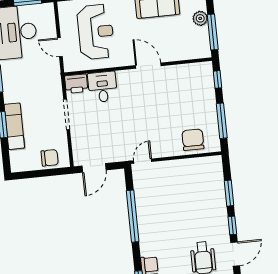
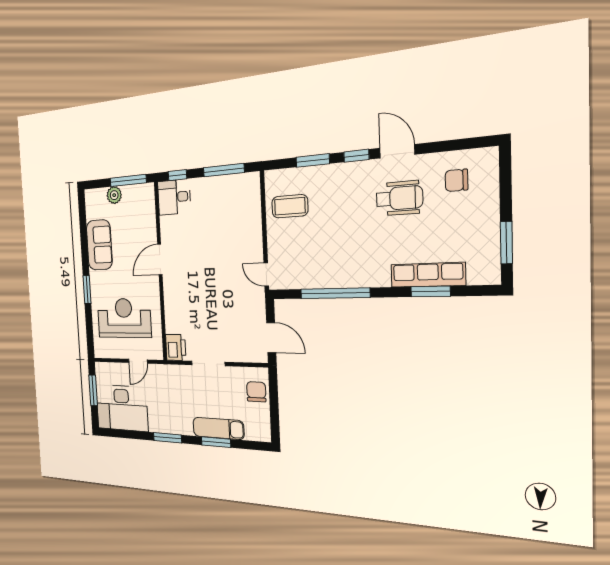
desk: (103, 87) -> (174, 197), moved
chair: (193, 140) -> (244, 208), removed
coffee table: (195, 177) -> (290, 206), added

